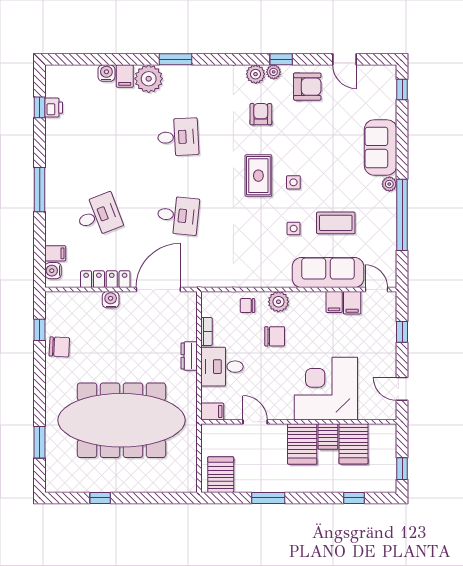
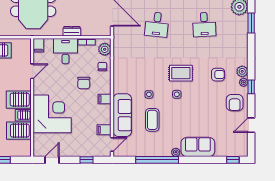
plant: (278, 302) -> (105, 49), moved
filing cabinet: (334, 302) -> (105, 99), moved

